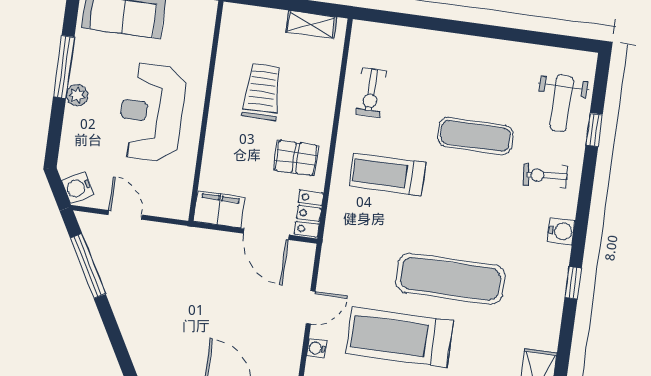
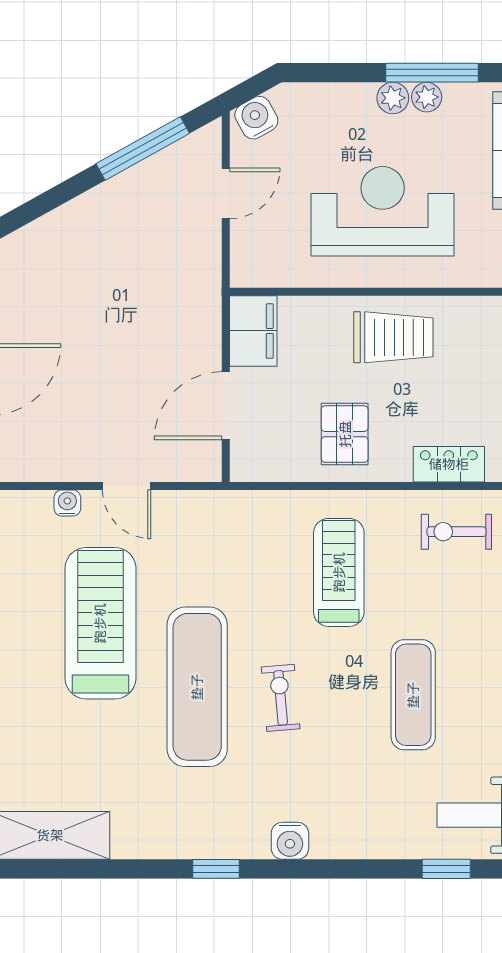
plant: (80, 73) -> (427, 97), added
trolley: (262, 92) -> (393, 337), moved
exercise bike: (545, 176) -> (281, 698), moved
locker: (309, 213) -> (449, 464), moved

